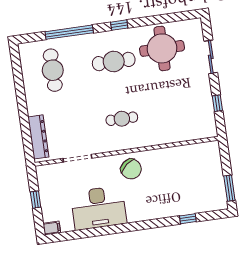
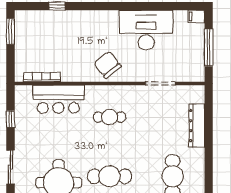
bar counter: (174, 129) -> (58, 99), added
dresser: (38, 137) -> (197, 126), moved
bookcase: (193, 148) -> (42, 77), added
window: (36, 200) -> (209, 48), width x2.17

